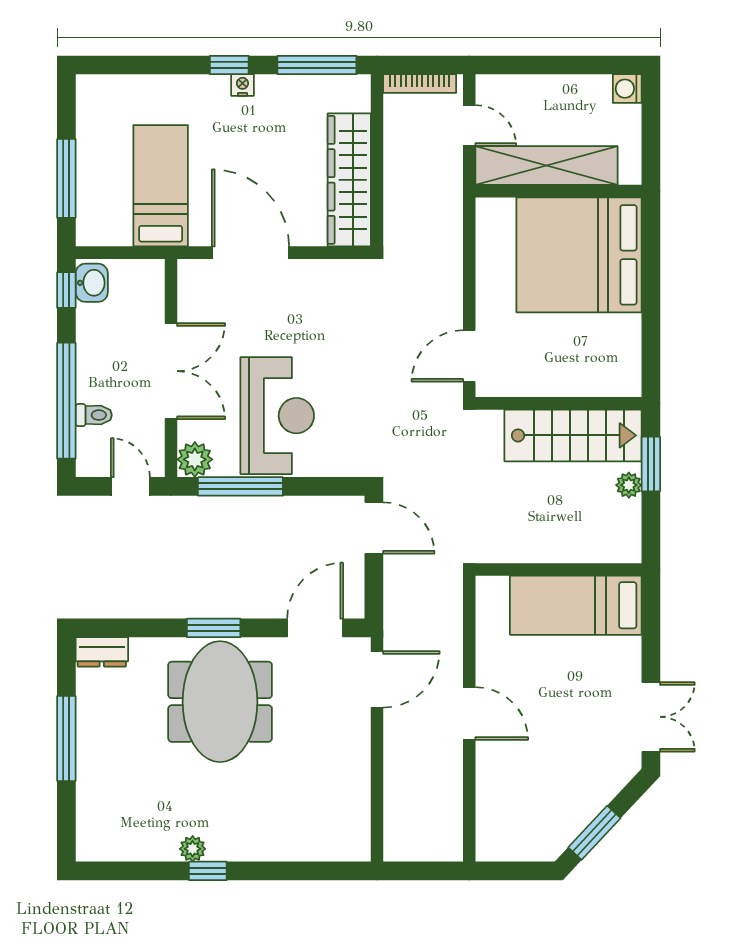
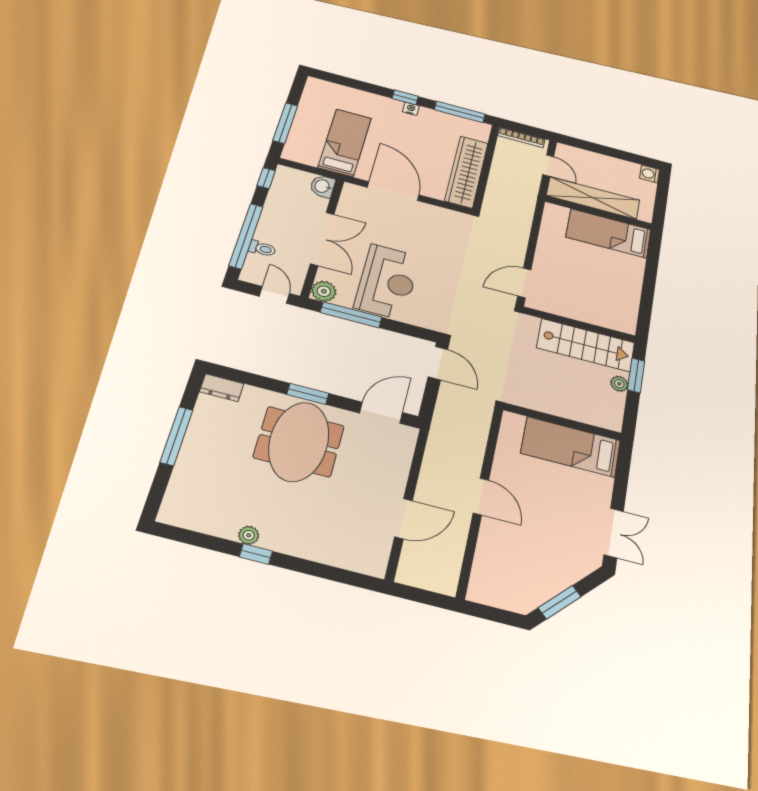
bed: (579, 255) -> (609, 233), width x0.49
washbasin: (92, 283) -> (323, 186), moved, turned 180
door: (377, 679) -> (404, 519), moved

